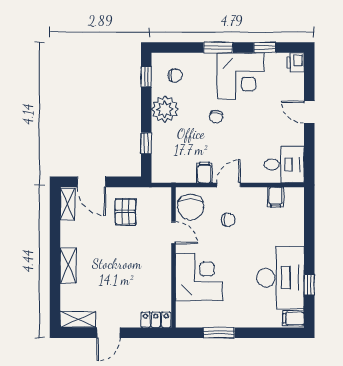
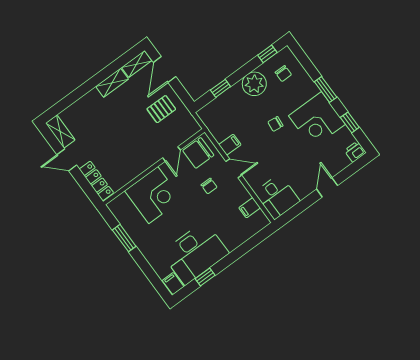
shelving: (68, 265) -> (112, 83), moved
locker: (156, 320) -> (96, 181), width x1.53

